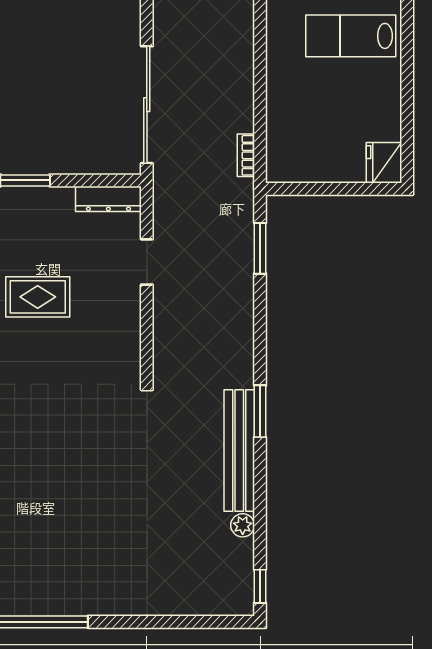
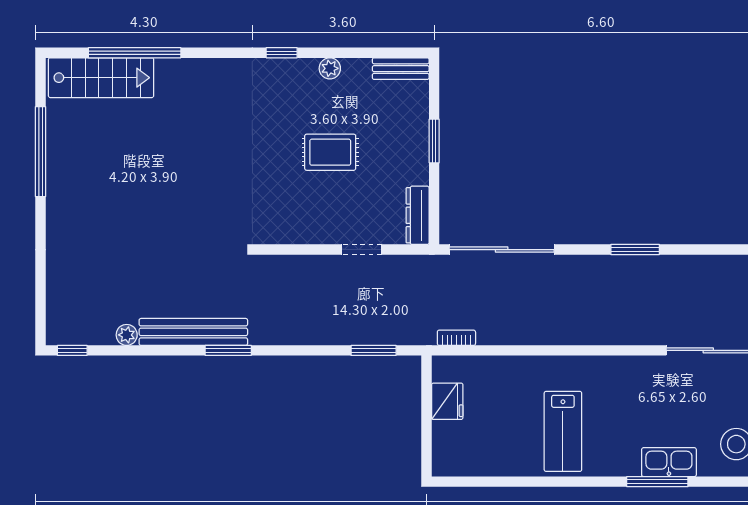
lab bench: (351, 36) -> (563, 431), turned 180
fridge: (384, 163) -> (447, 401), moved, turned 90
rug: (38, 297) -> (330, 152), turned 90

